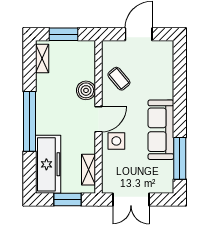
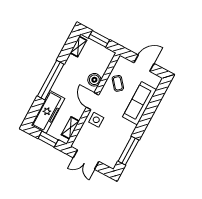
door: (98, 119) -> (93, 101), swing flipped
sofa: (161, 130) -> (140, 103), moved

